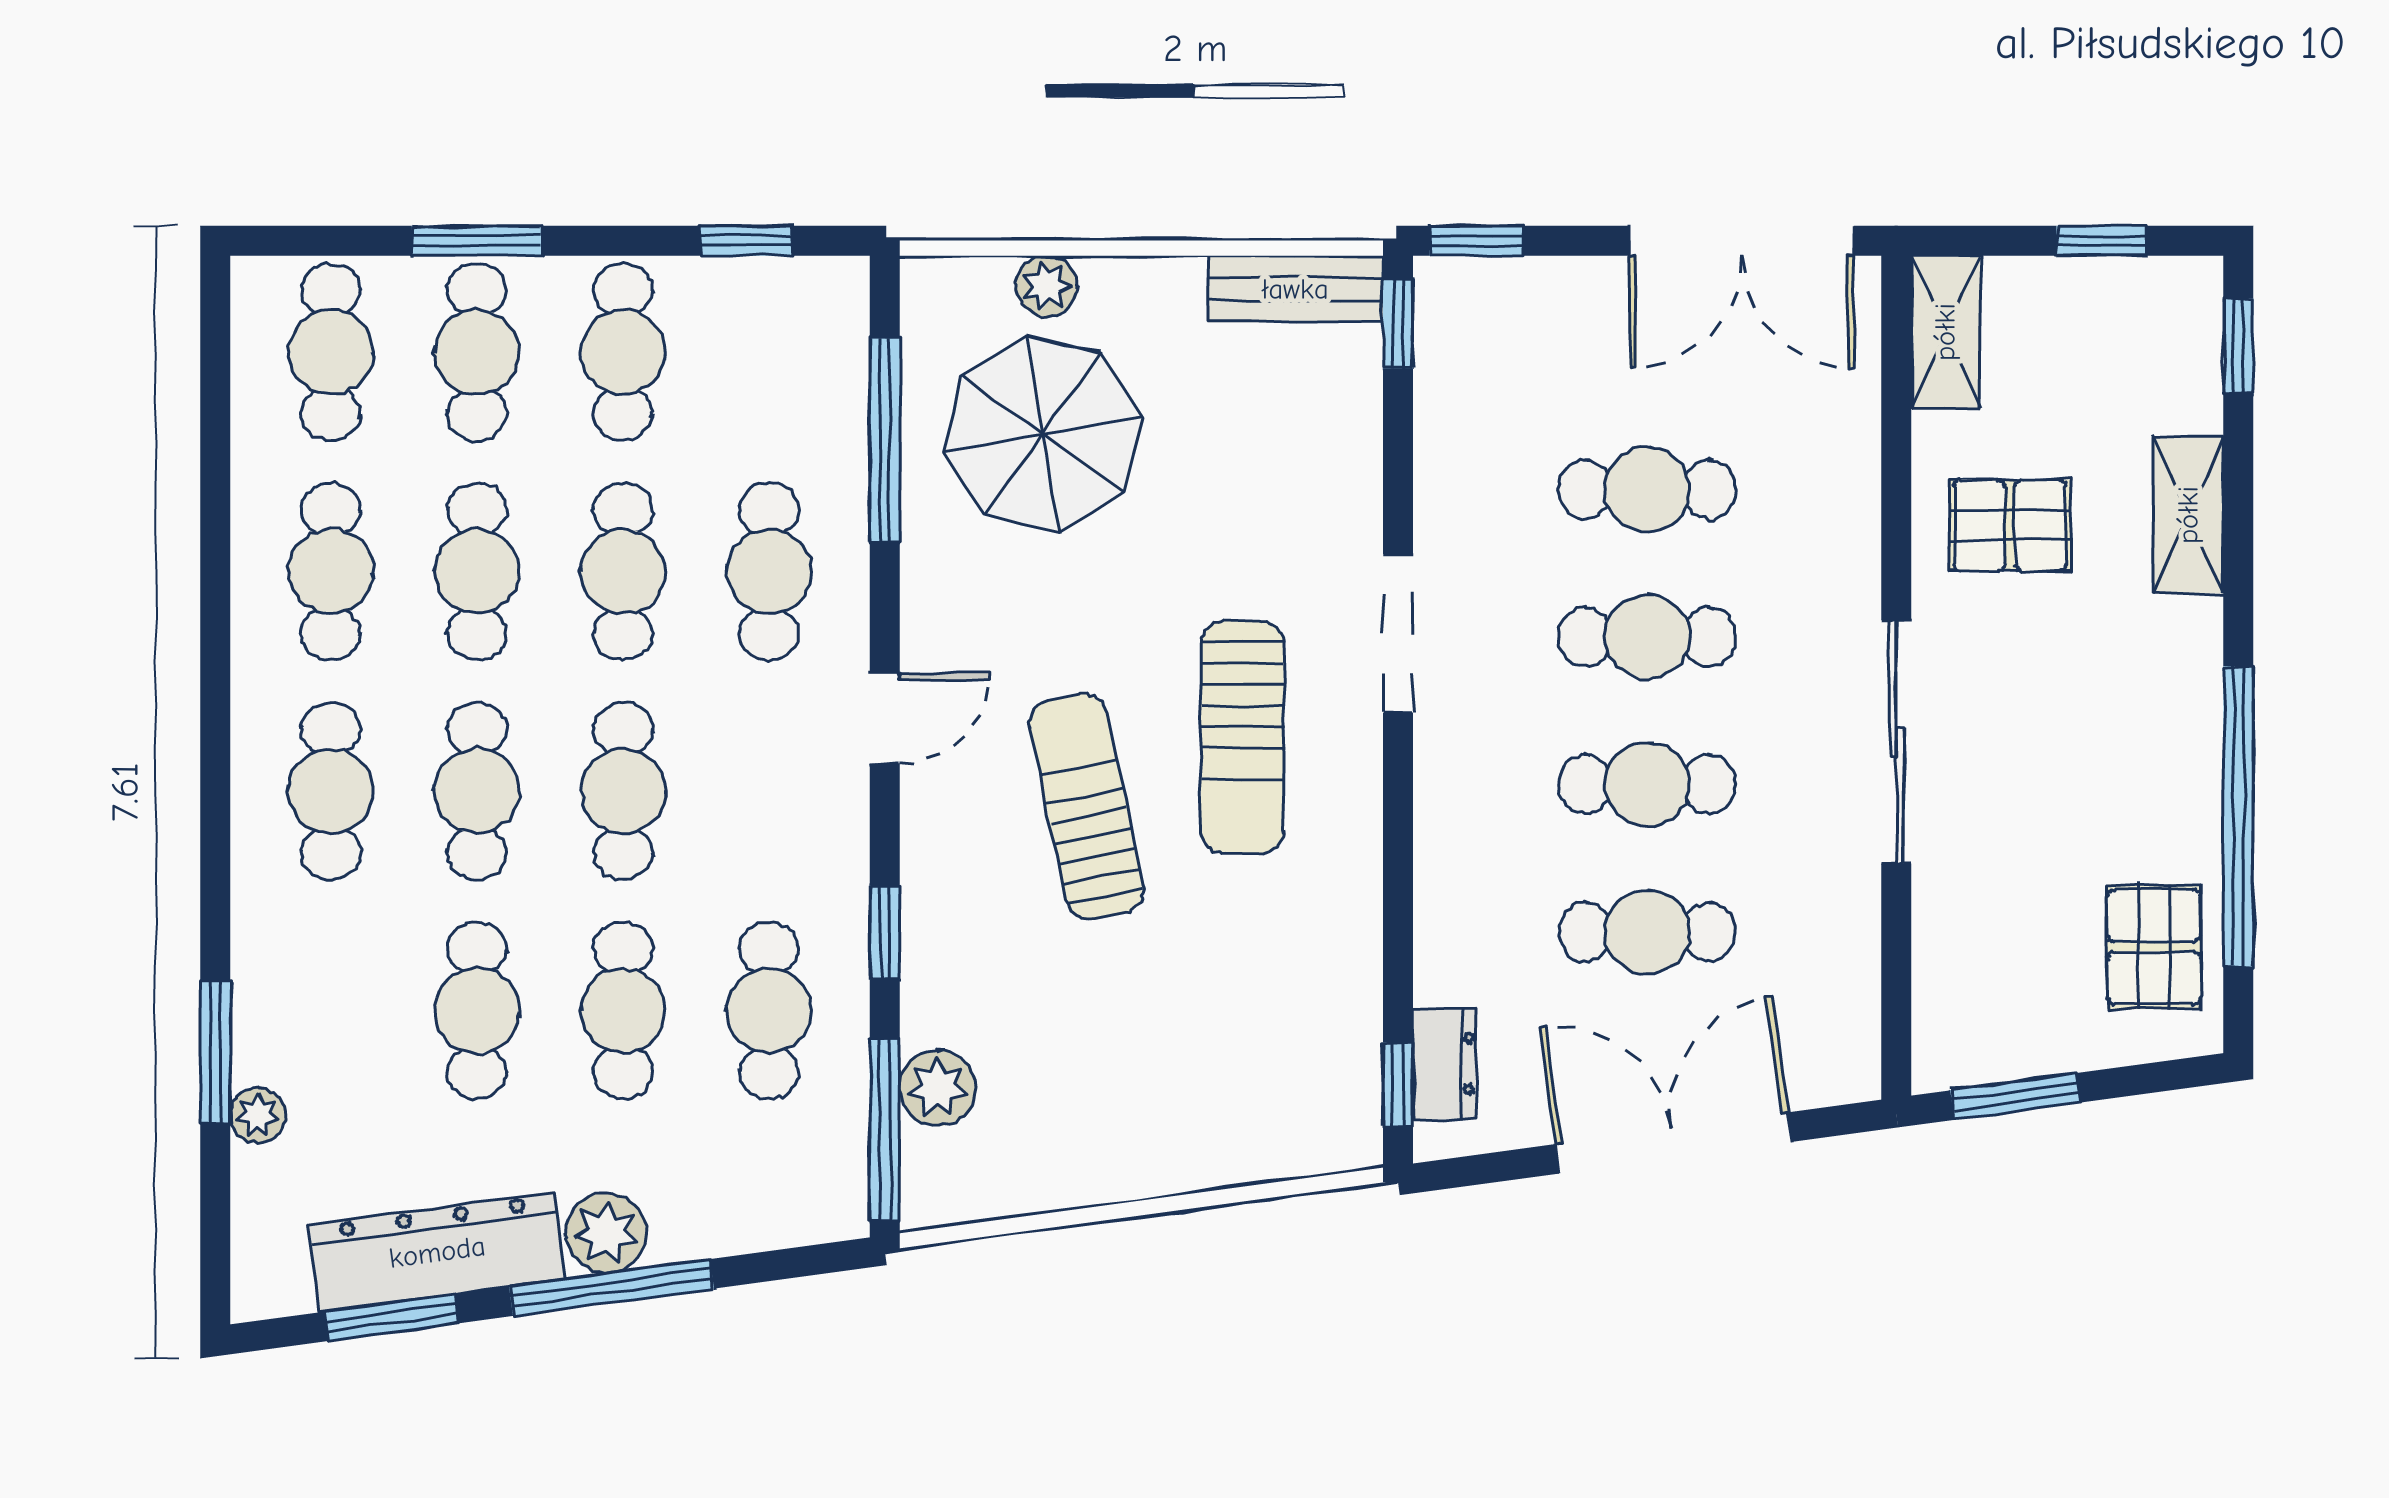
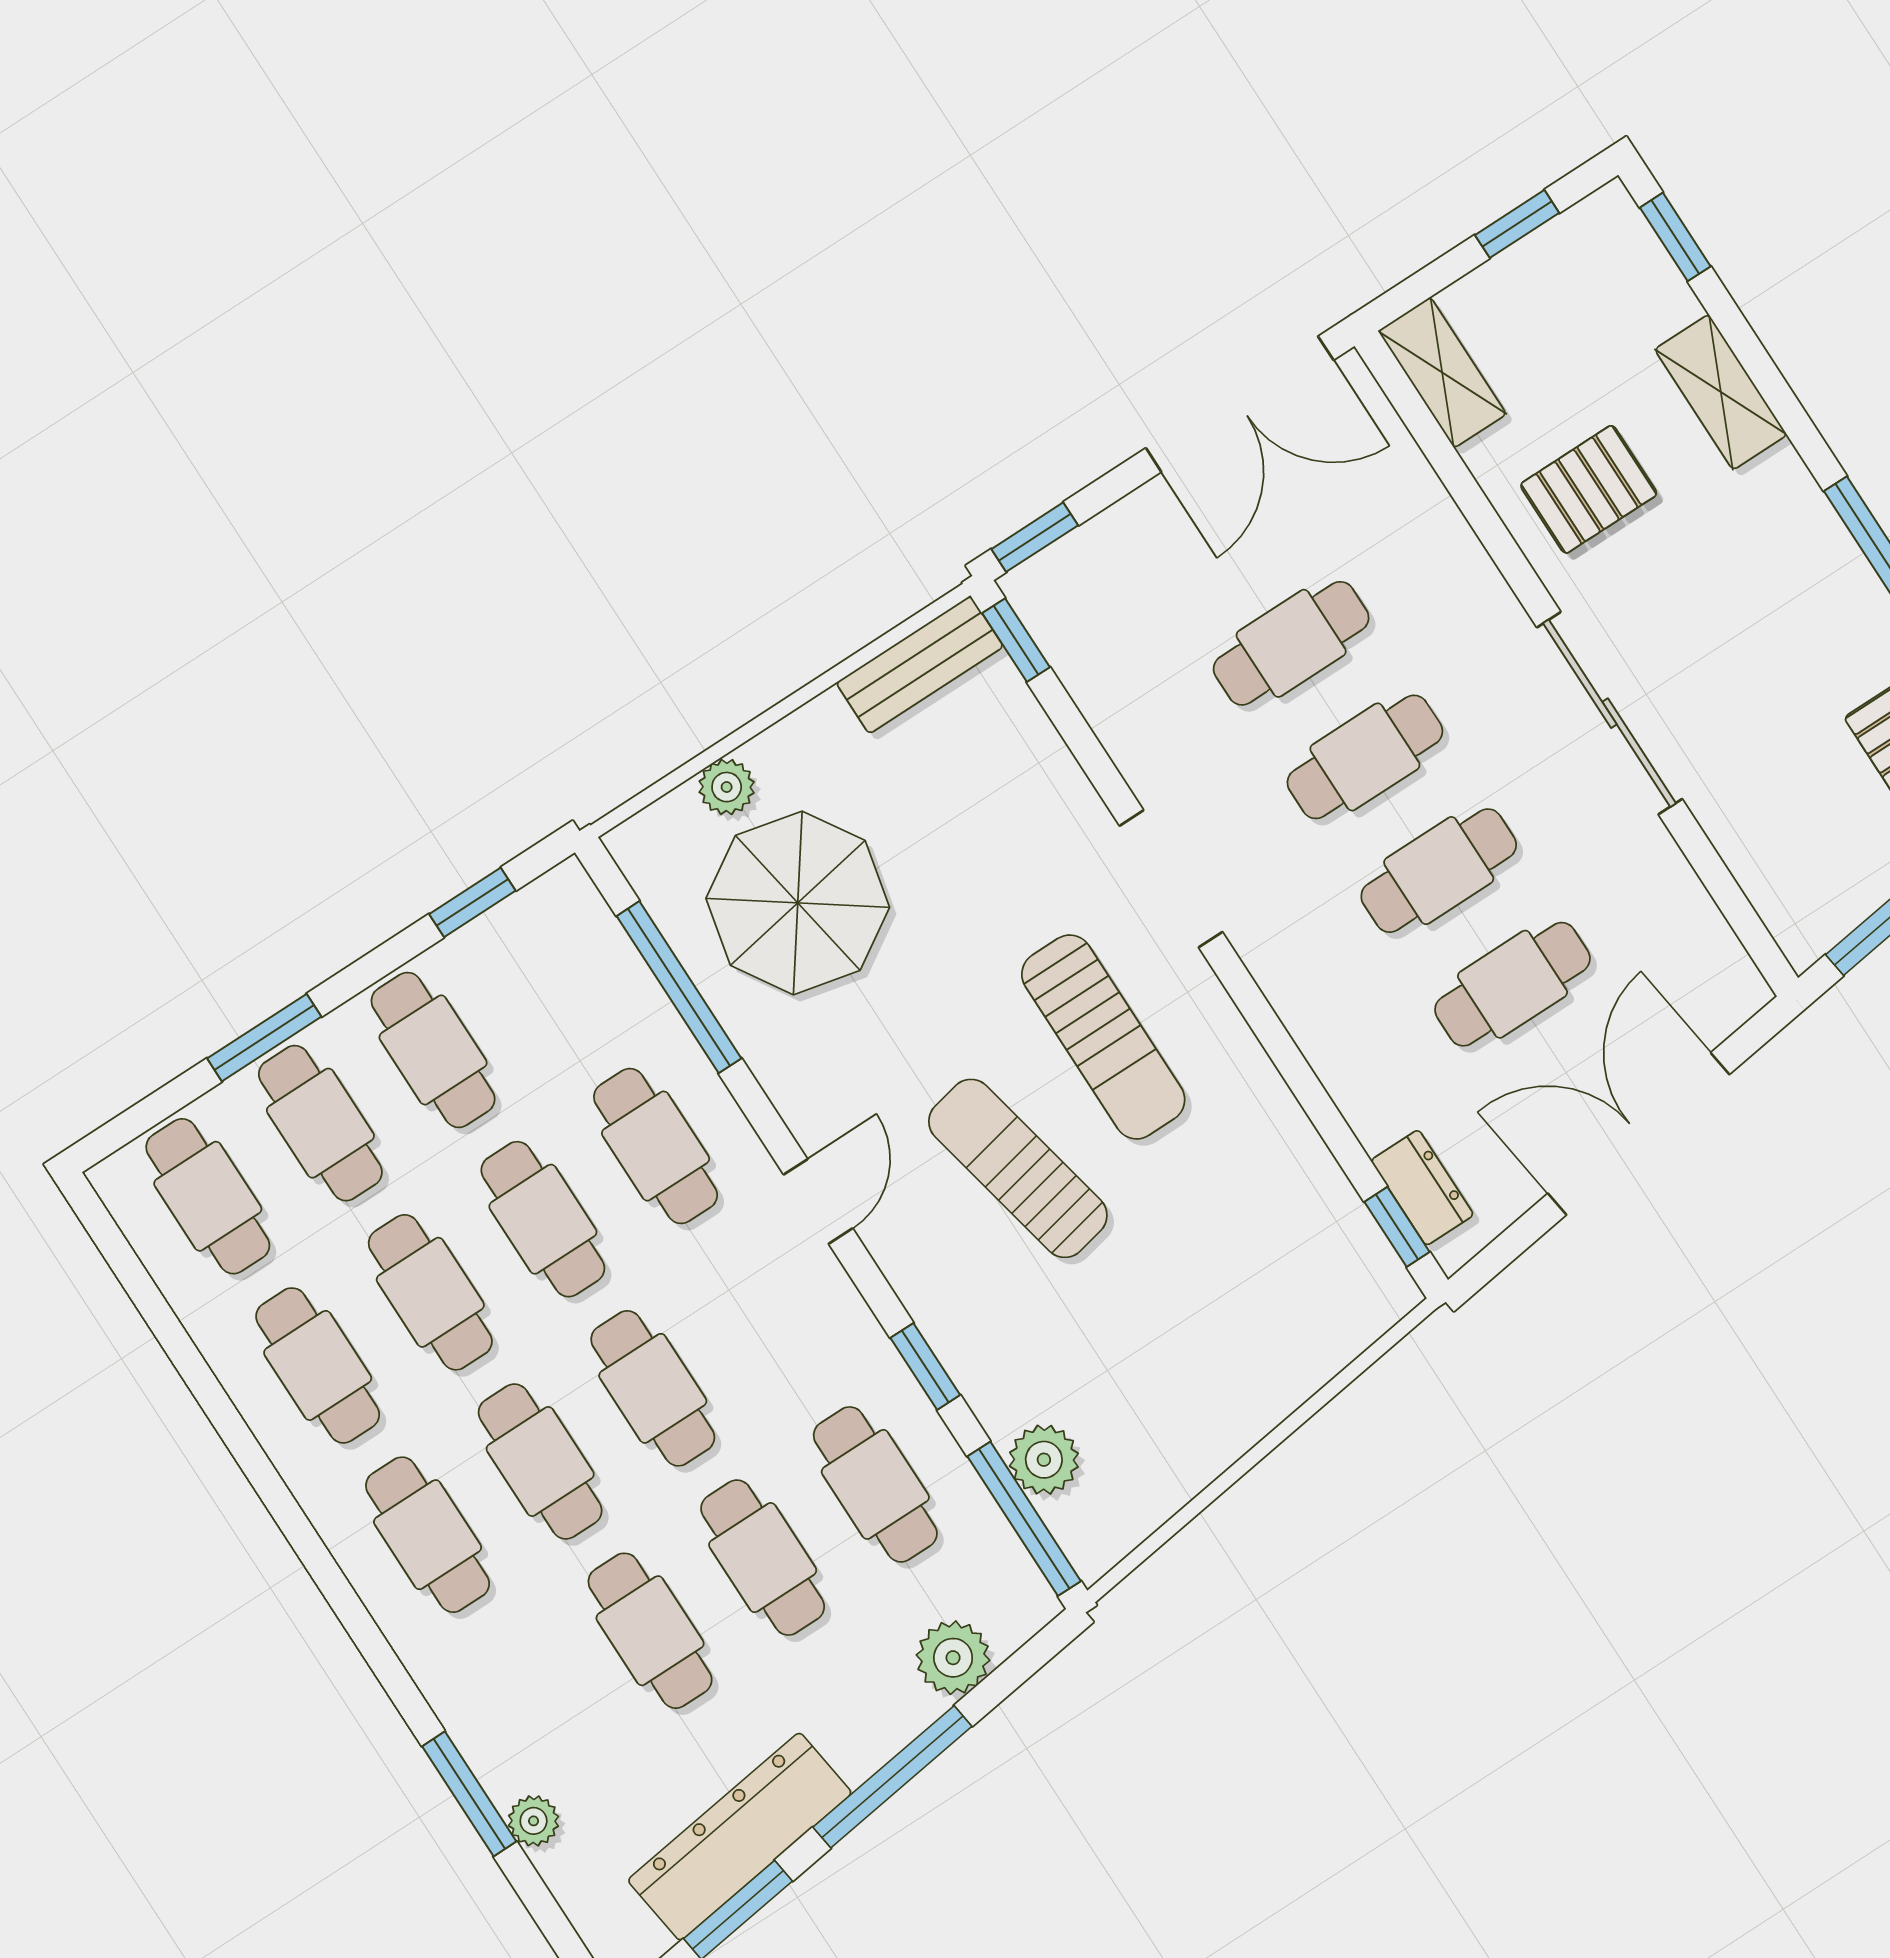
plant: (606, 1233) -> (953, 1658), moved

